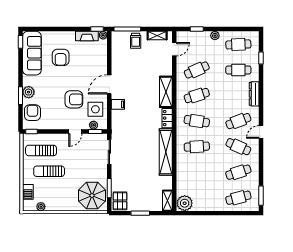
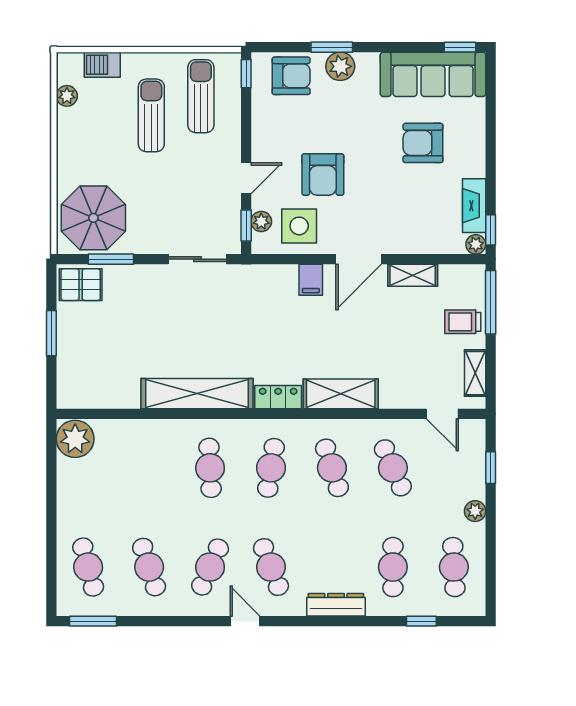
door: (109, 84) -> (359, 259), swing flipped
door: (75, 132) -> (246, 178), swing flipped
shelving: (167, 201) -> (413, 275), moved

